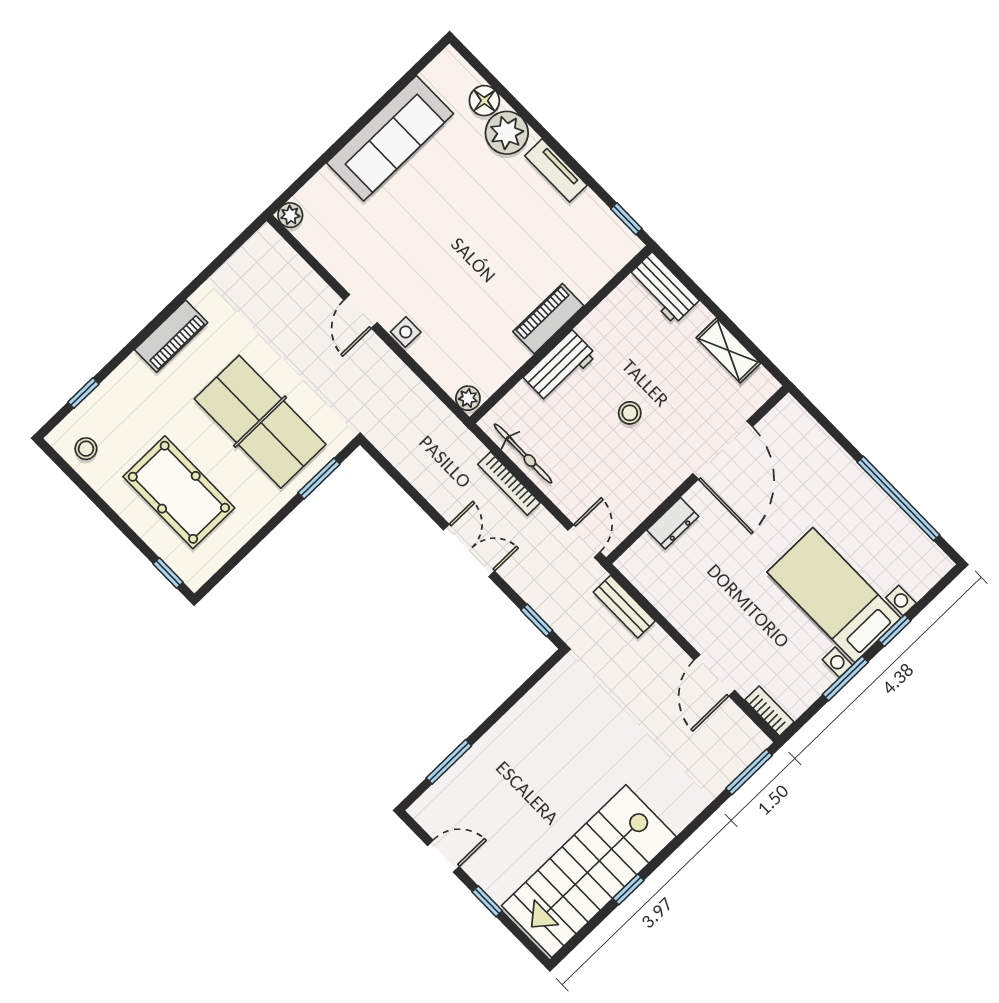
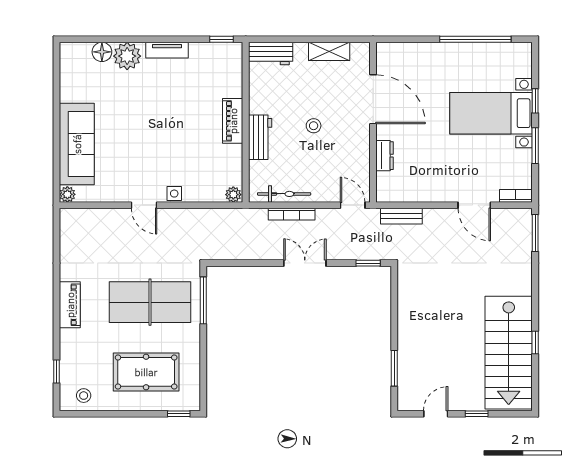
sofa: (390, 138) -> (77, 144), moved
window: (319, 478) -> (203, 300), width x1.44

